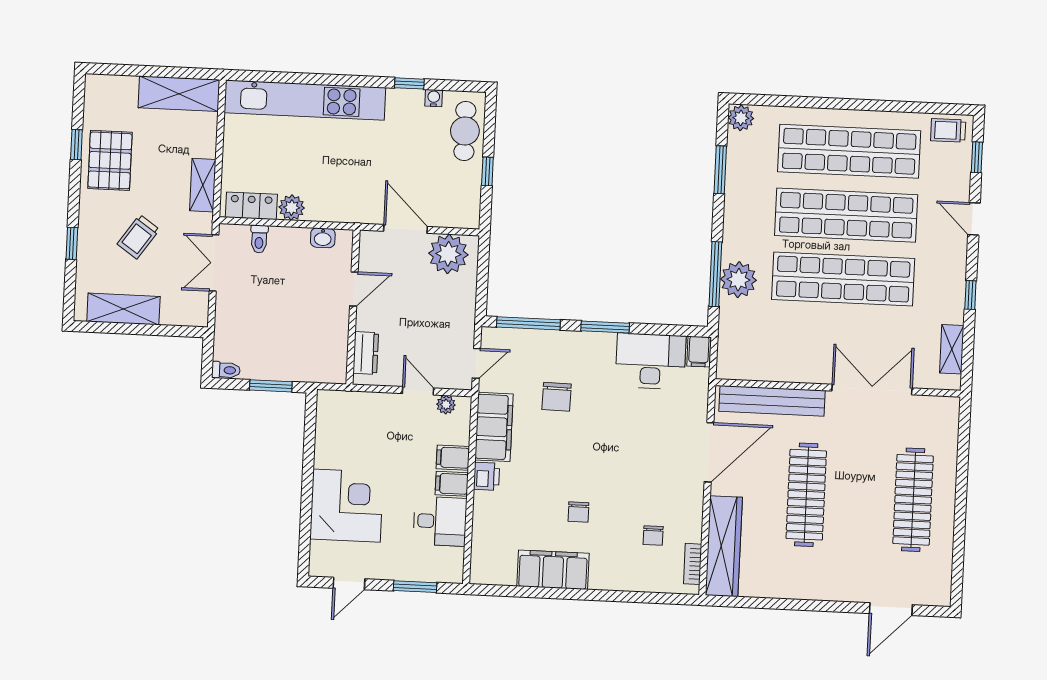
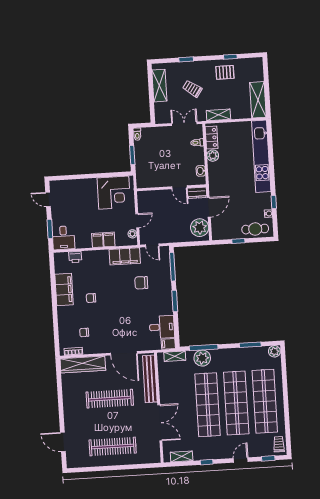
pallet: (110, 160) -> (225, 72), width x0.67, depth x0.71
shelving: (728, 340) -> (175, 356), added
dresser: (366, 353) -> (197, 193), moved
desk: (651, 361) -> (162, 327), width x0.73
printer: (487, 476) -> (75, 257), moved
corner desk: (347, 506) -> (114, 193), moved
desk: (440, 521) -> (63, 238), moved

